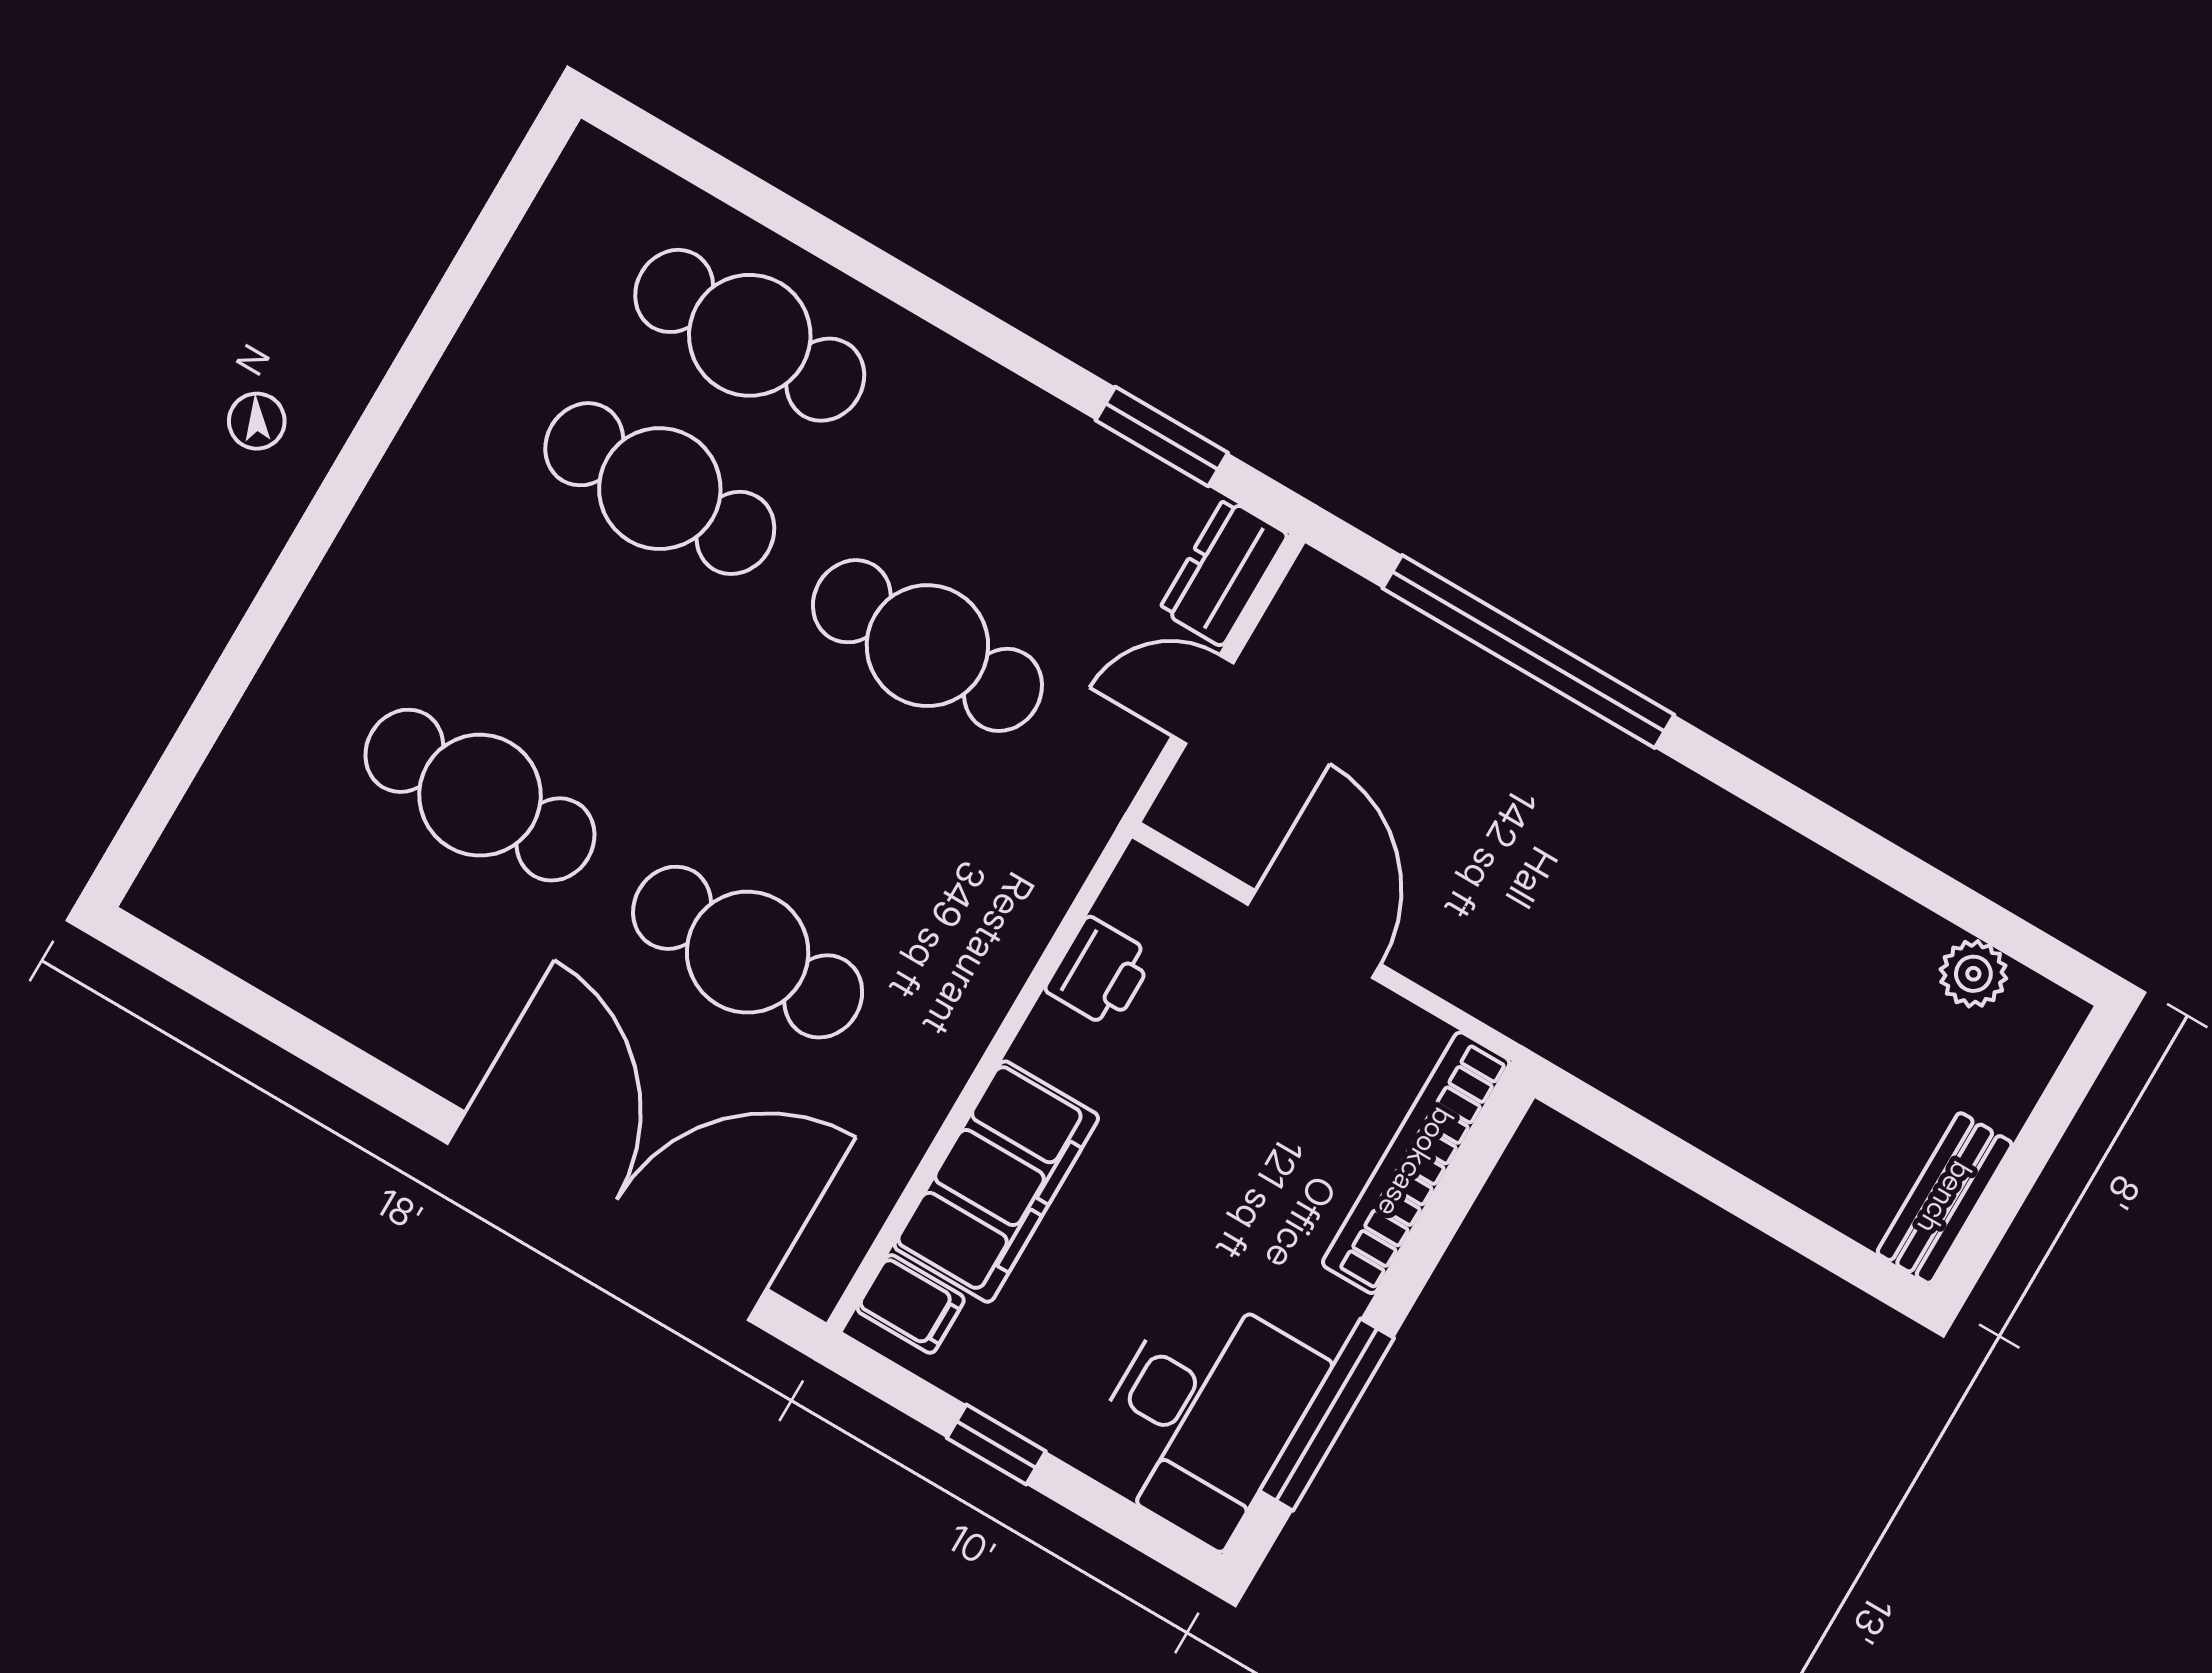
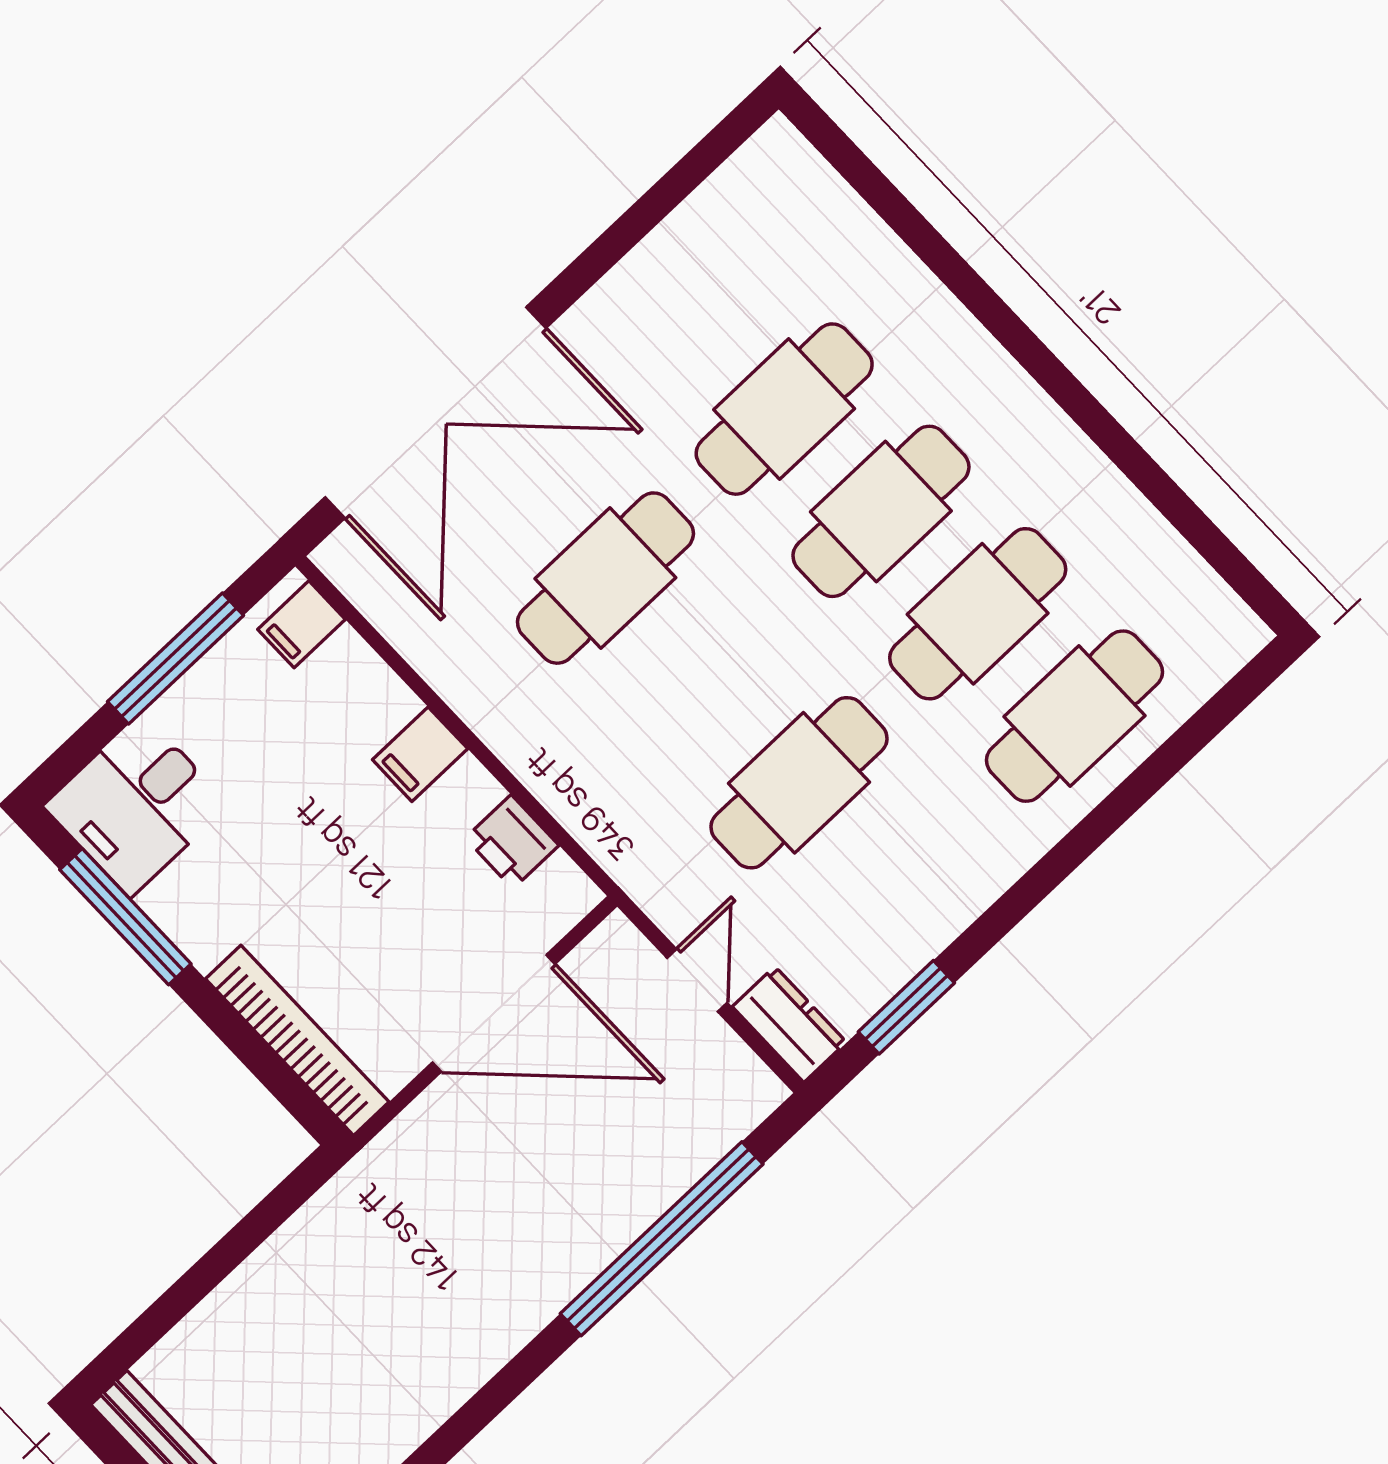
cafe table: (570, 642) -> (881, 511), added
door: (1314, 934) -> (494, 1013), width x1.36
filing cabinet: (996, 1182) -> (420, 754), width x0.33, depth x0.86
desk: (1203, 1415) -> (136, 805), width x0.73
window: (996, 1445) -> (176, 658), width x2.17

